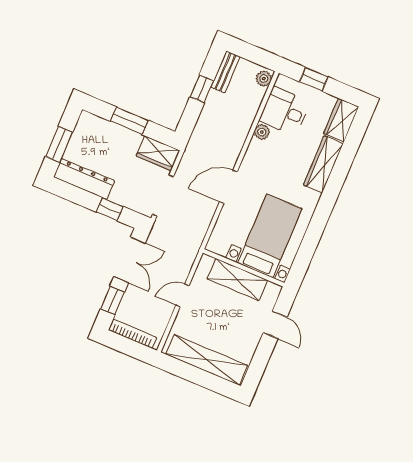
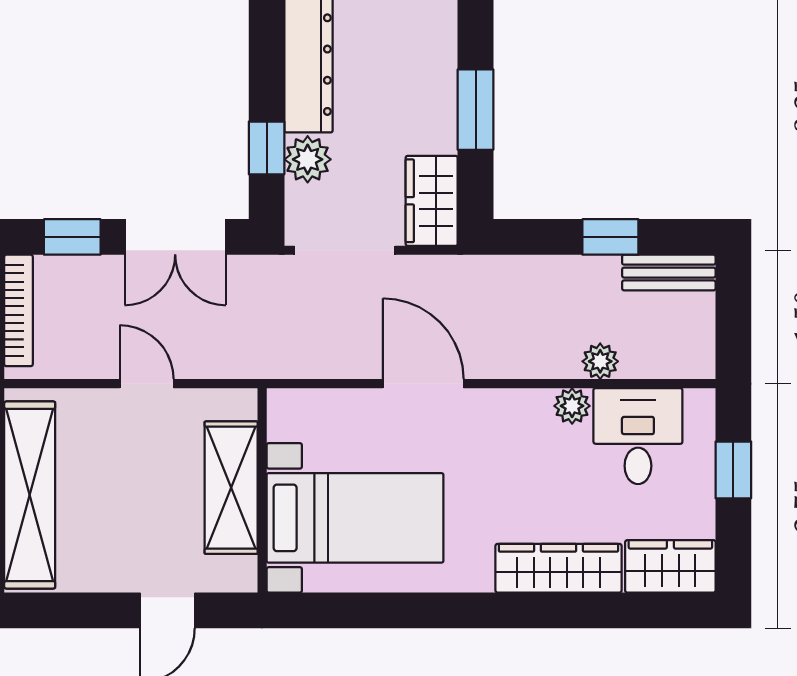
plant: (264, 79) -> (600, 361), moved
plant: (121, 195) -> (308, 159), added

